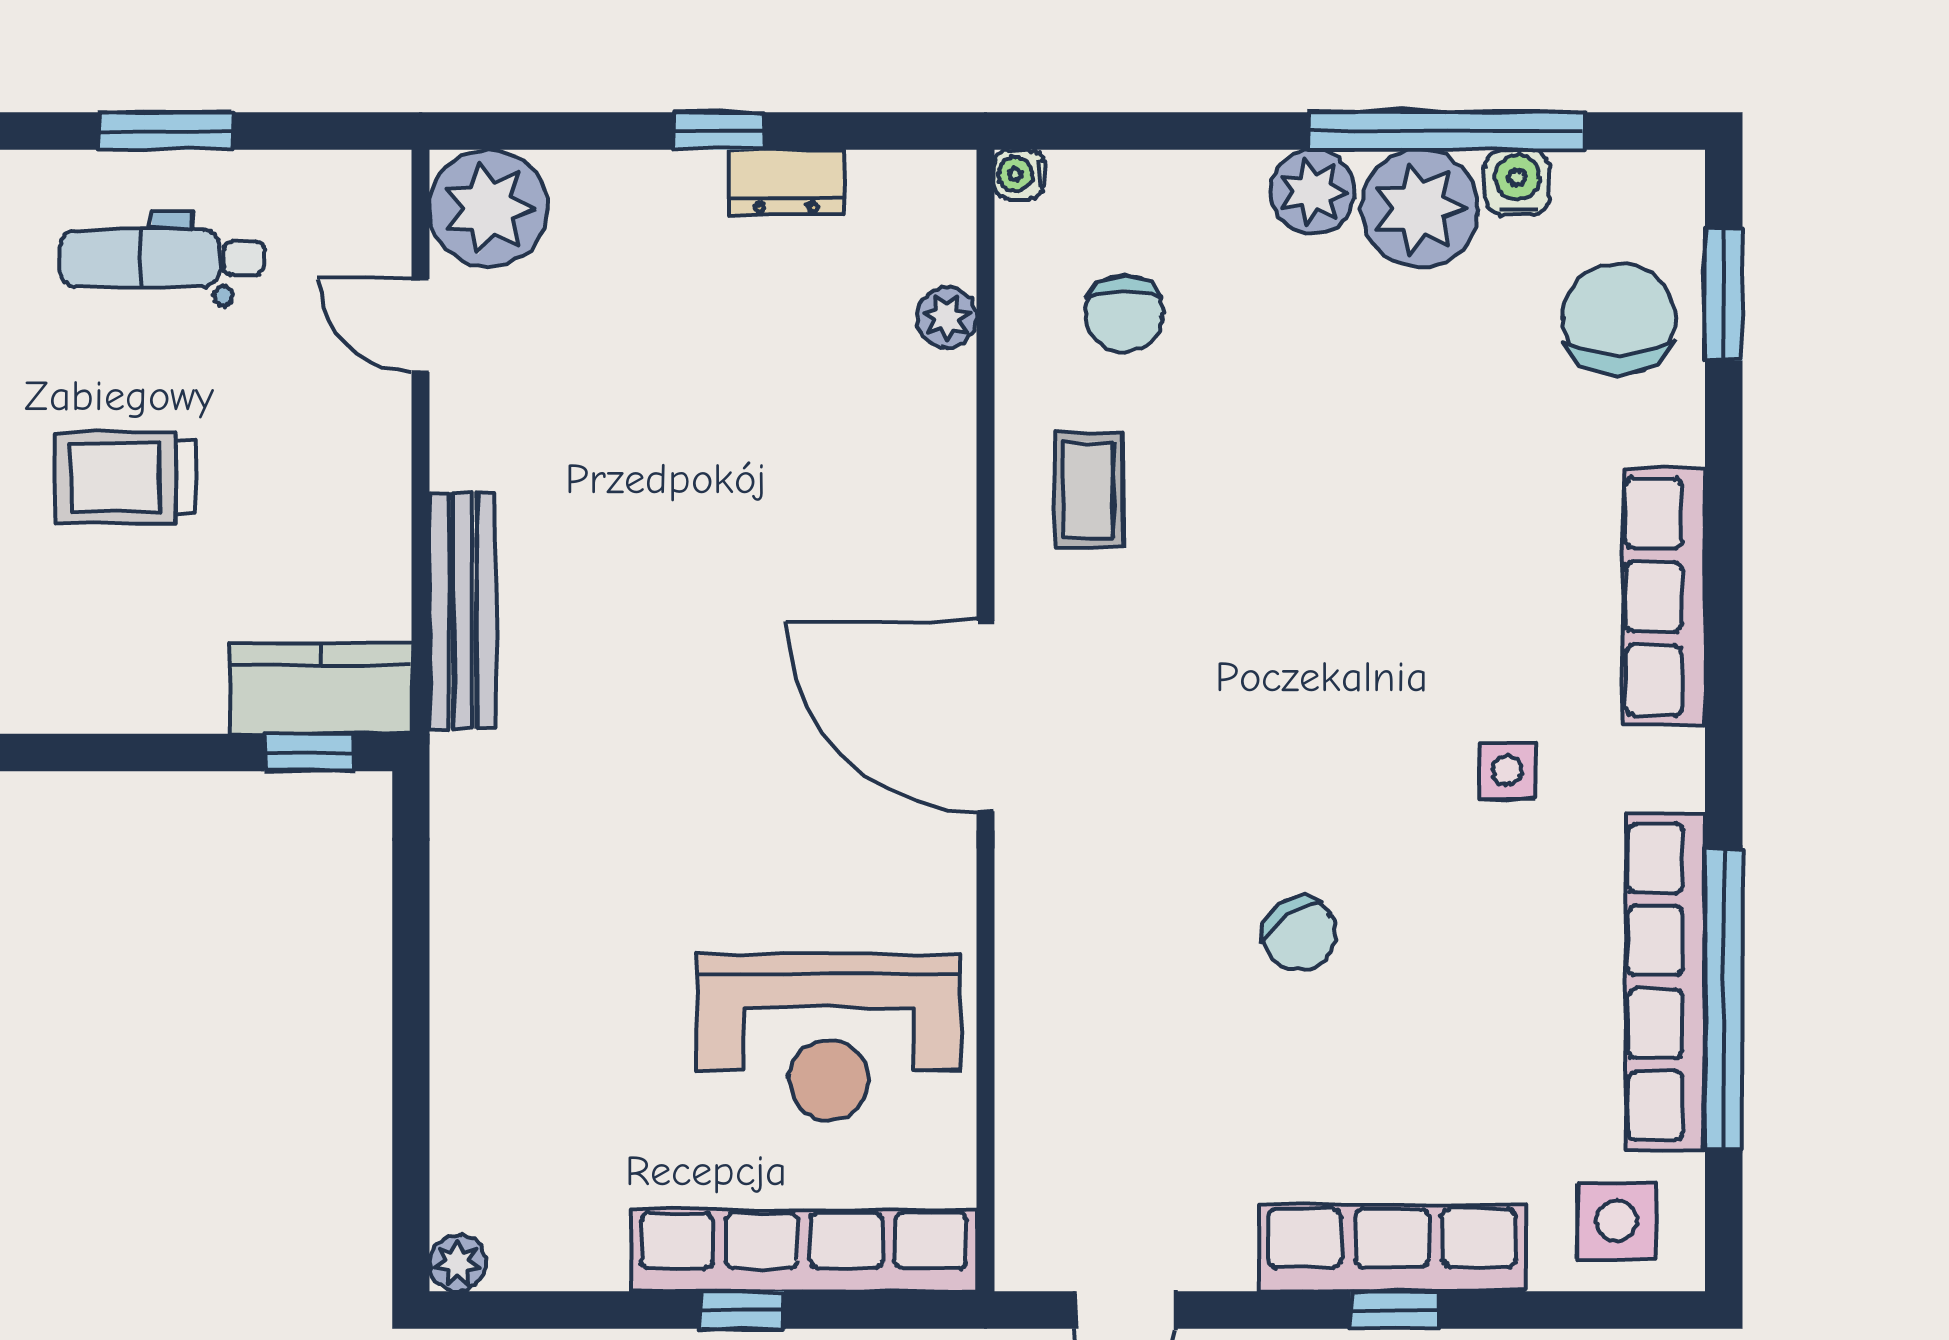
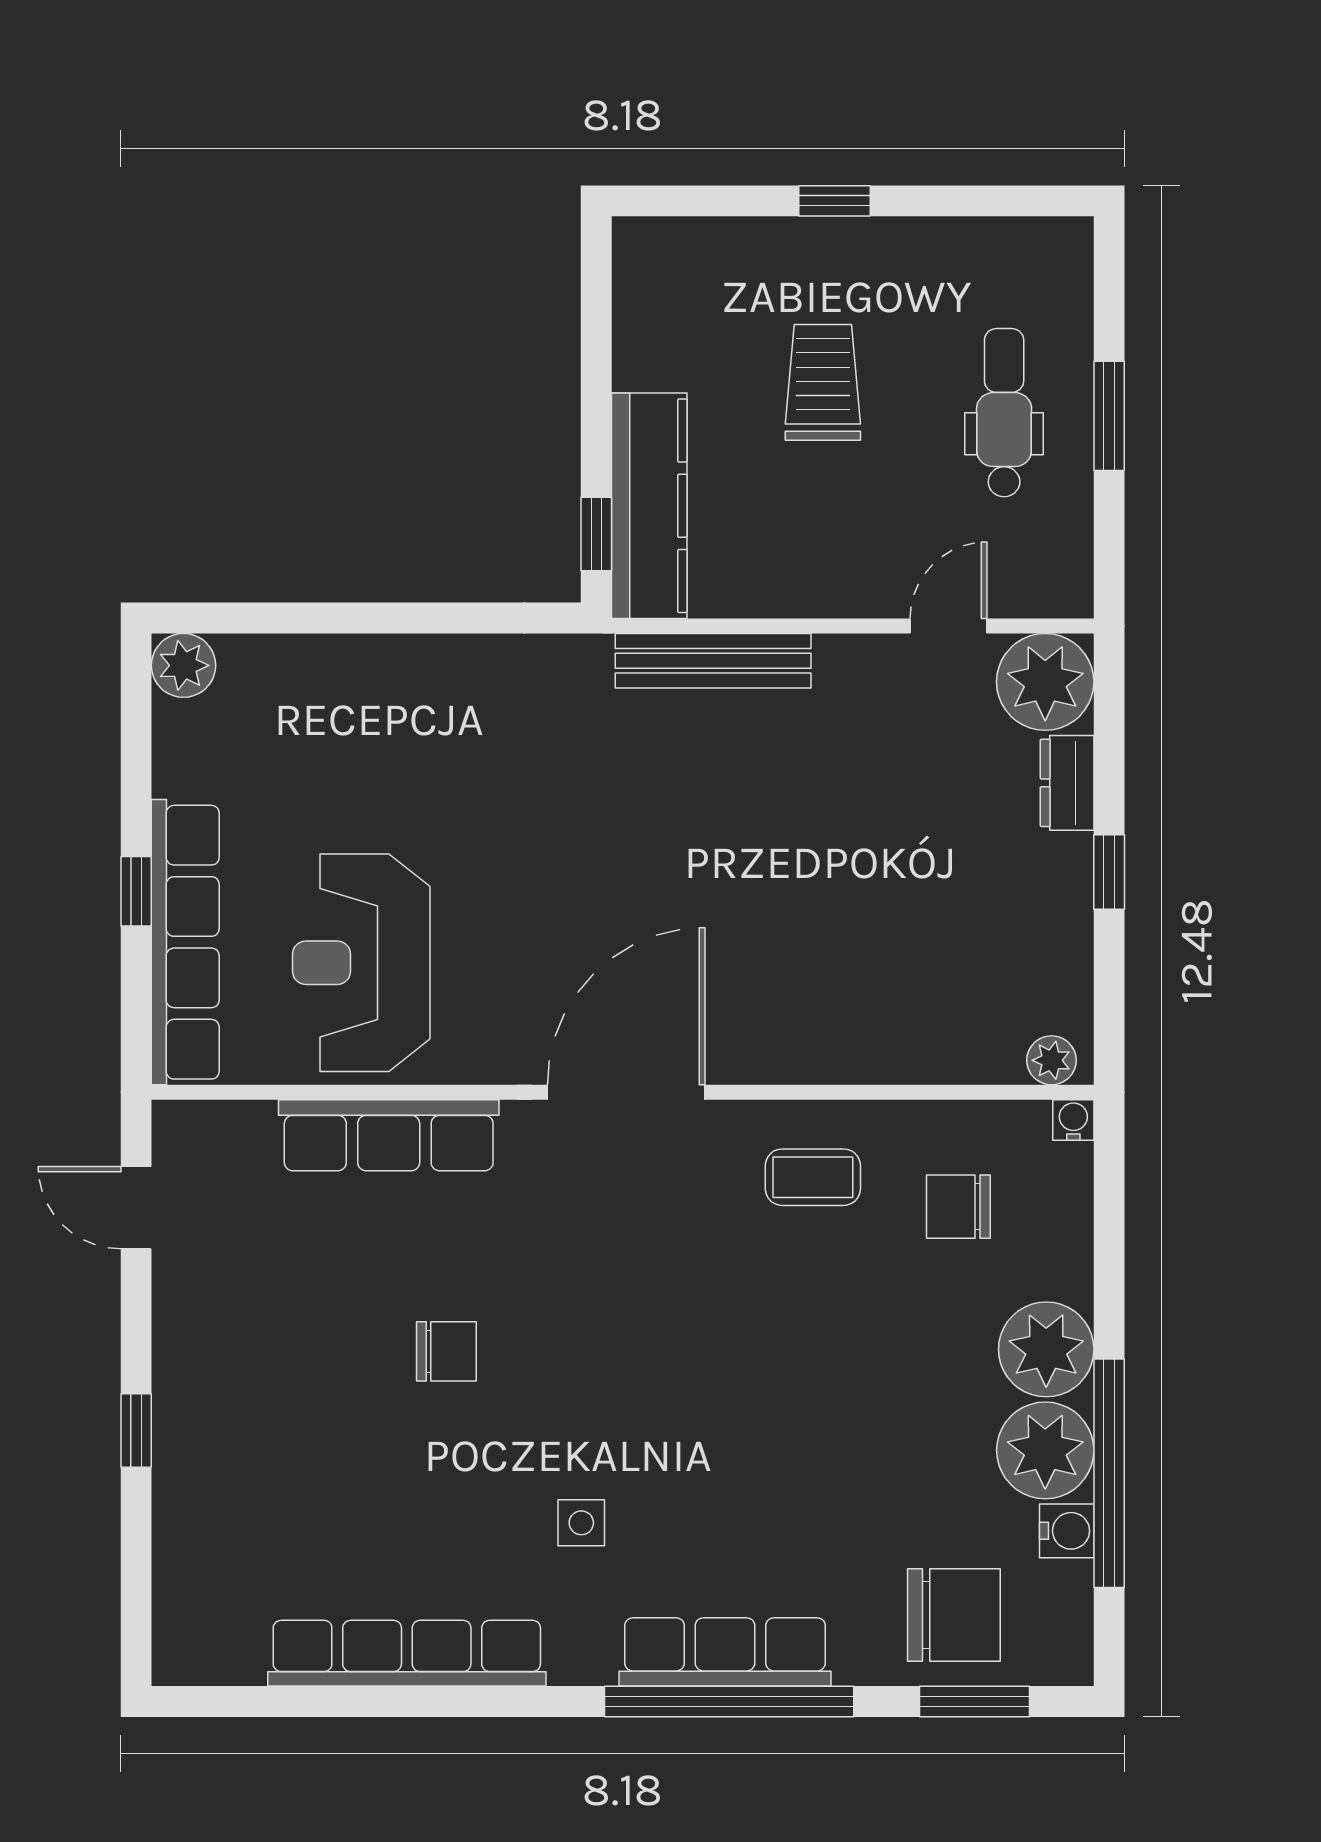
dresser: (786, 182) -> (1067, 783), moved
plant: (1312, 192) -> (1046, 1349), width x1.36, depth x1.36
plant: (947, 317) -> (1052, 1060), moved
kitchen counter: (320, 688) -> (649, 506), width x1.50
chair: (1300, 934) -> (446, 1351), turned -146
window: (1724, 999) -> (729, 1701), moved
side table: (1617, 1221) -> (210, 1613), removed
row of seats: (1392, 1248) -> (389, 1135), moved, turned 90
plant: (458, 1263) -> (183, 665), width x1.38, depth x1.38

